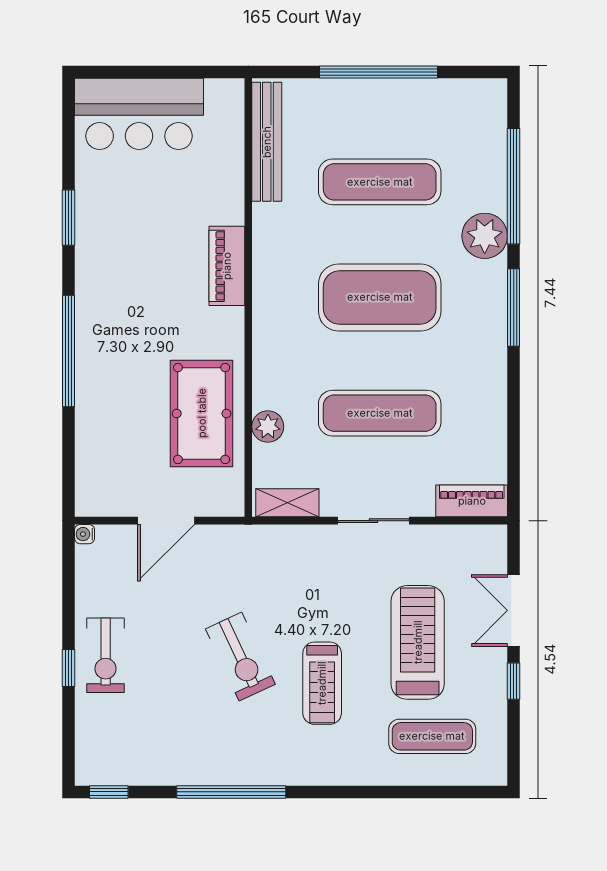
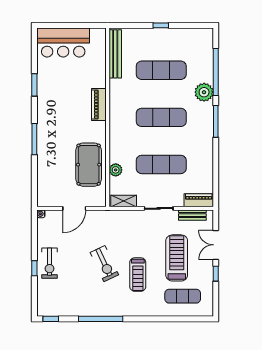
window: (379, 72) -> (161, 25), width x0.32
exercise mat: (380, 297) -> (161, 117), width x0.68
window: (69, 351) -> (34, 139), width x0.68
bench: (456, 537) -> (192, 215), added

